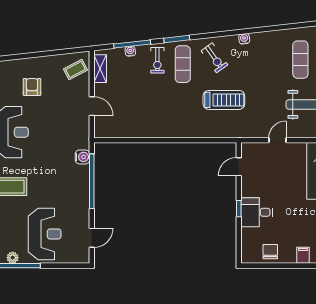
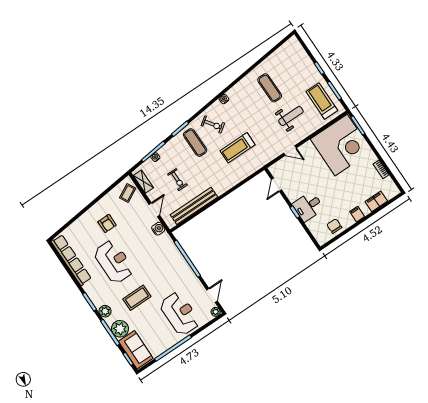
exercise bike: (157, 60) -> (177, 180), moved
armchair: (32, 87) -> (107, 223), turned 180
treadmill: (224, 100) -> (238, 148), turned 180
door: (92, 106) -> (154, 210), hinge flipped
bench: (136, 130) -> (194, 206), added
door: (277, 140) -> (290, 150), swing flipped
water cooler: (82, 157) -> (158, 229), moved
plant: (13, 258) -> (216, 312), moved

